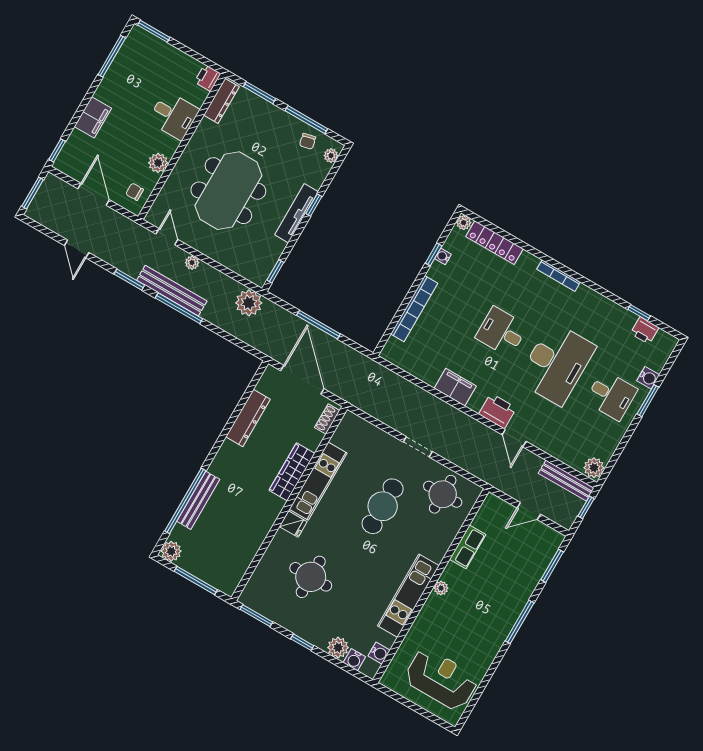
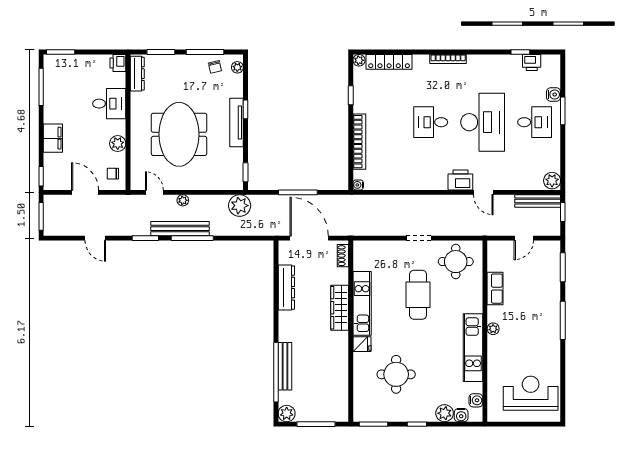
water cooler: (443, 256) -> (358, 185), moved
filing cabinet: (455, 387) -> (421, 180), removed

